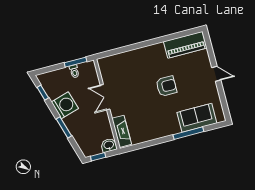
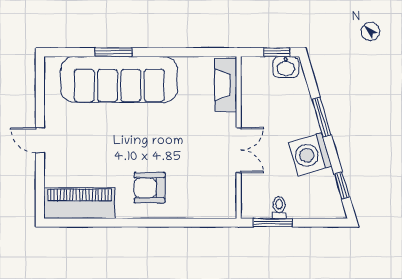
armchair: (166, 86) -> (150, 188), moved
sofa: (197, 118) -> (119, 79), width x1.85, depth x1.27
window: (188, 133) -> (113, 52), width x0.69
washbasin: (109, 145) -> (286, 67), moved

